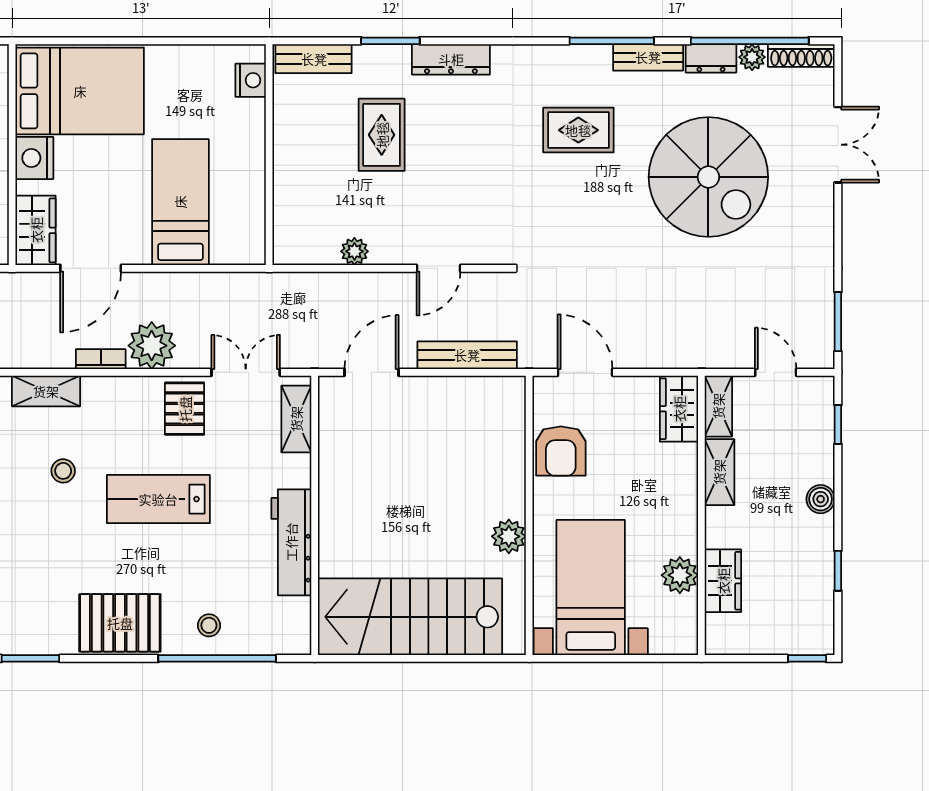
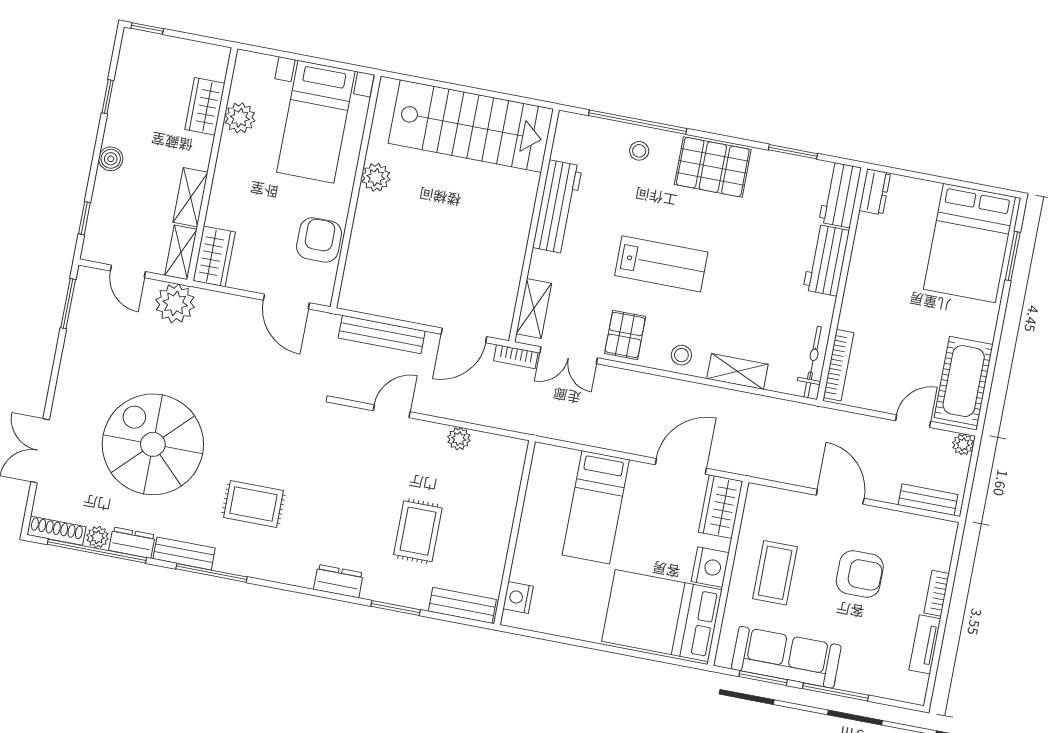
dresser: (451, 59) -> (338, 581), width x0.70
plant: (152, 346) -> (175, 303), moved
bookcase: (101, 359) -> (516, 357), moved
stool: (63, 471) -> (681, 355), moved

